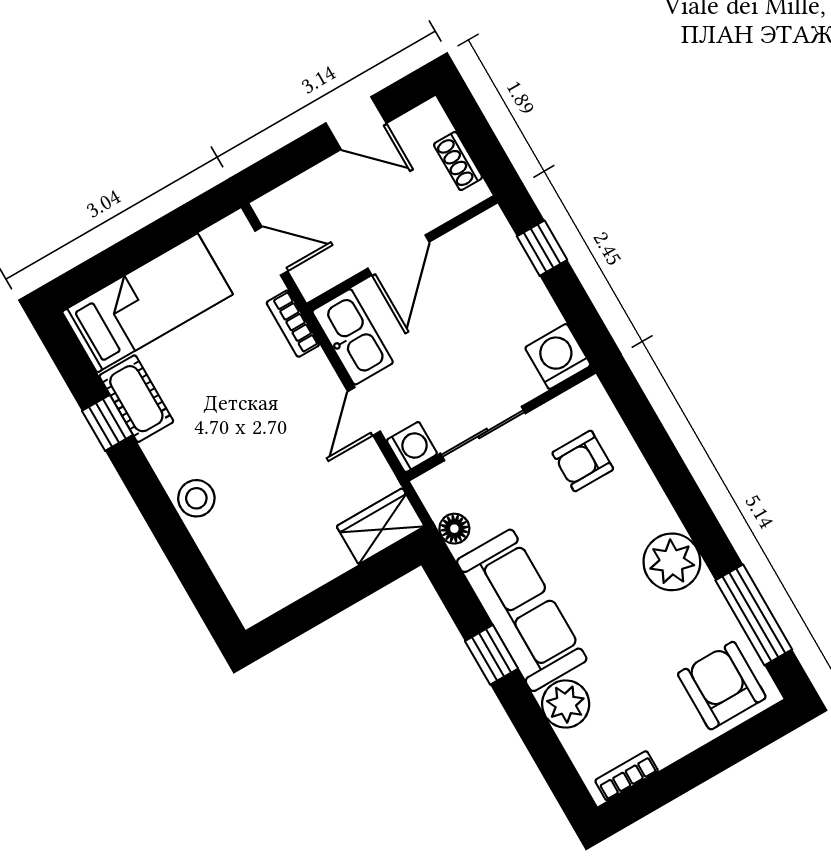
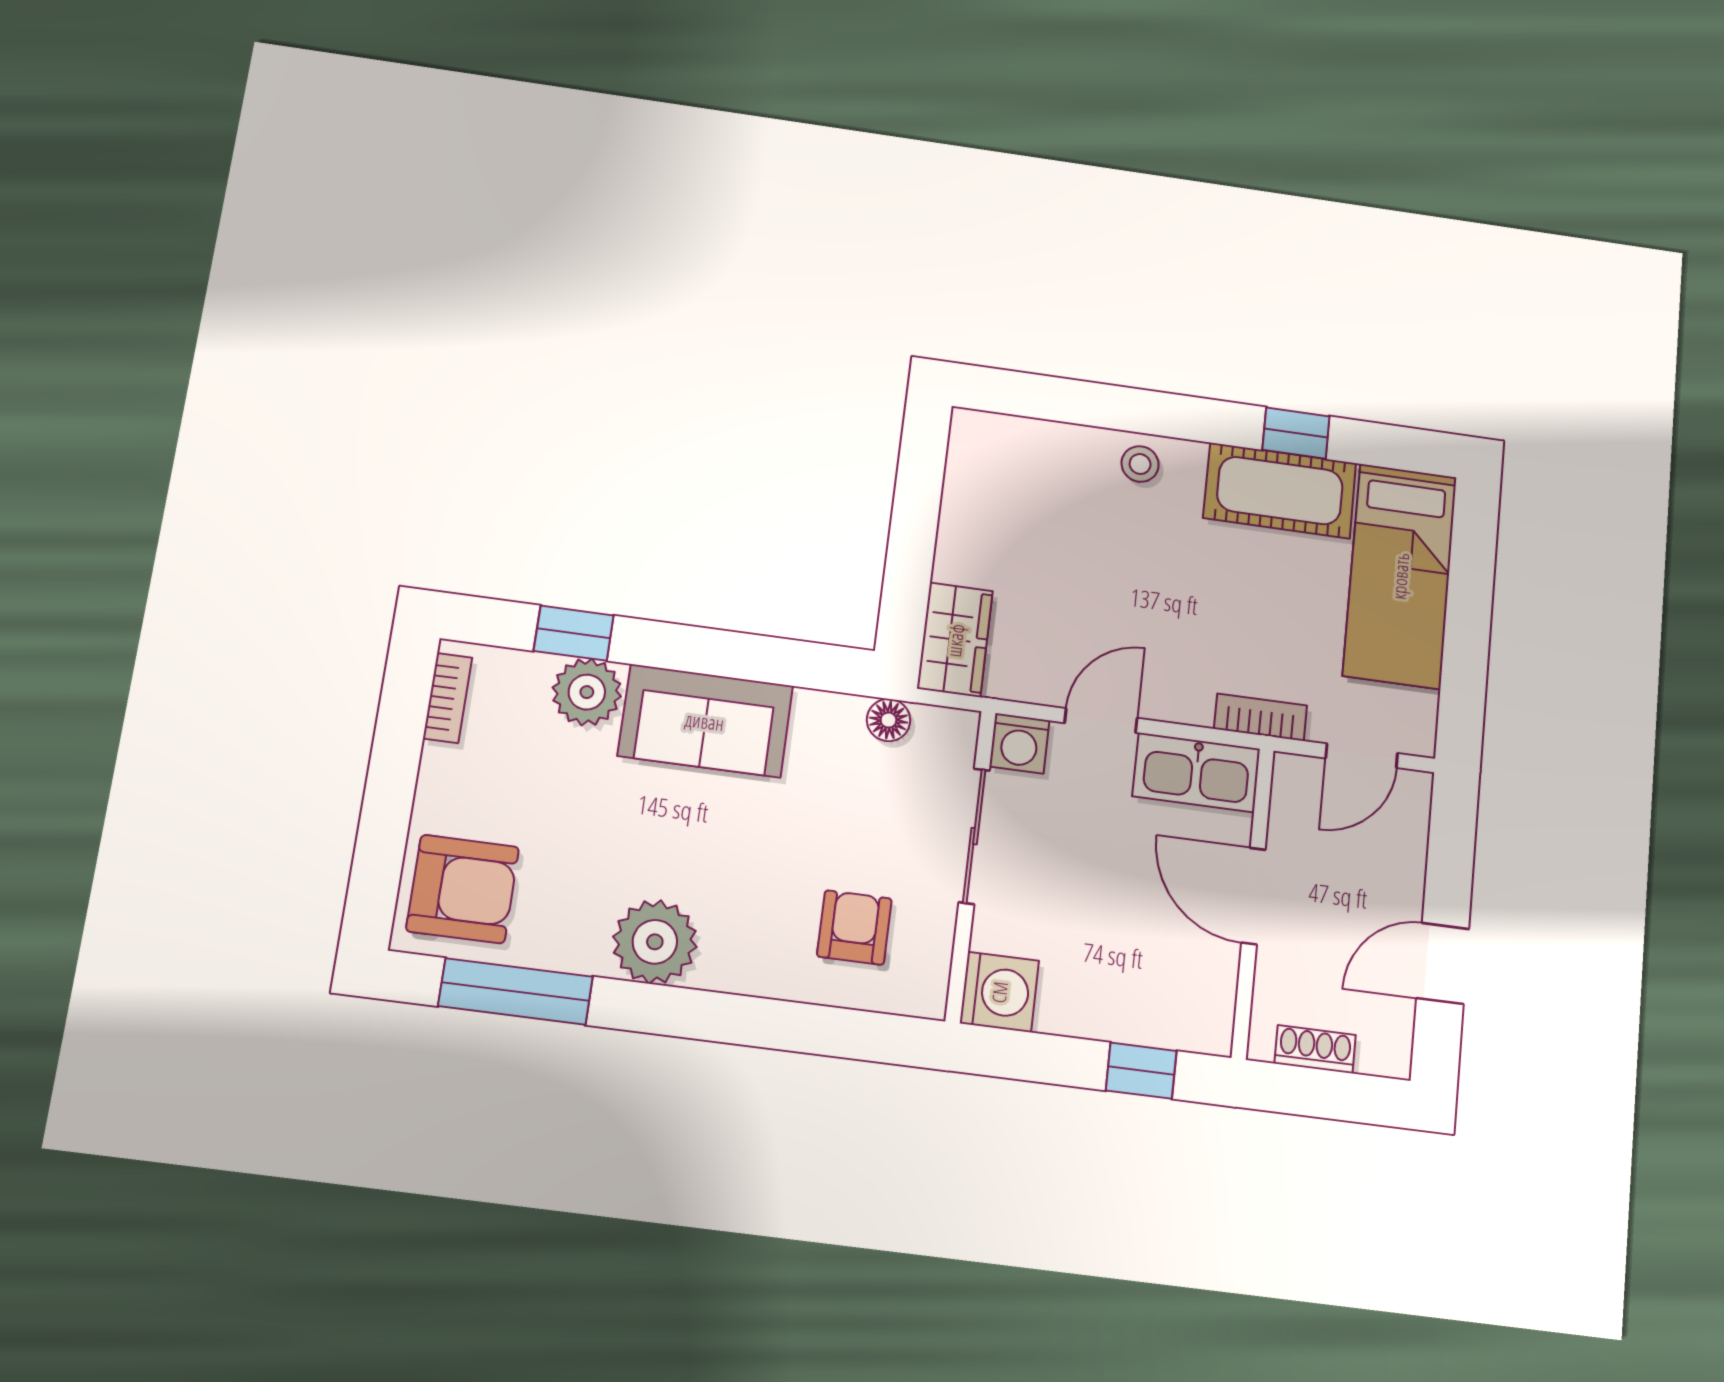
cot: (136, 399) -> (1280, 491), width x1.37, depth x1.34
door: (364, 411) -> (1101, 720), hinge flipped
stool: (196, 498) -> (1140, 464), width x0.73, depth x0.73
sofa: (522, 610) -> (705, 721), width x0.73
window: (491, 655) -> (574, 633), moved

